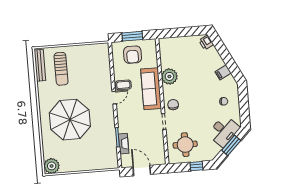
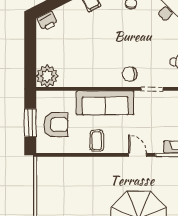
plant: (169, 76) -> (47, 76), moved
door: (114, 98) -> (137, 155), moved

